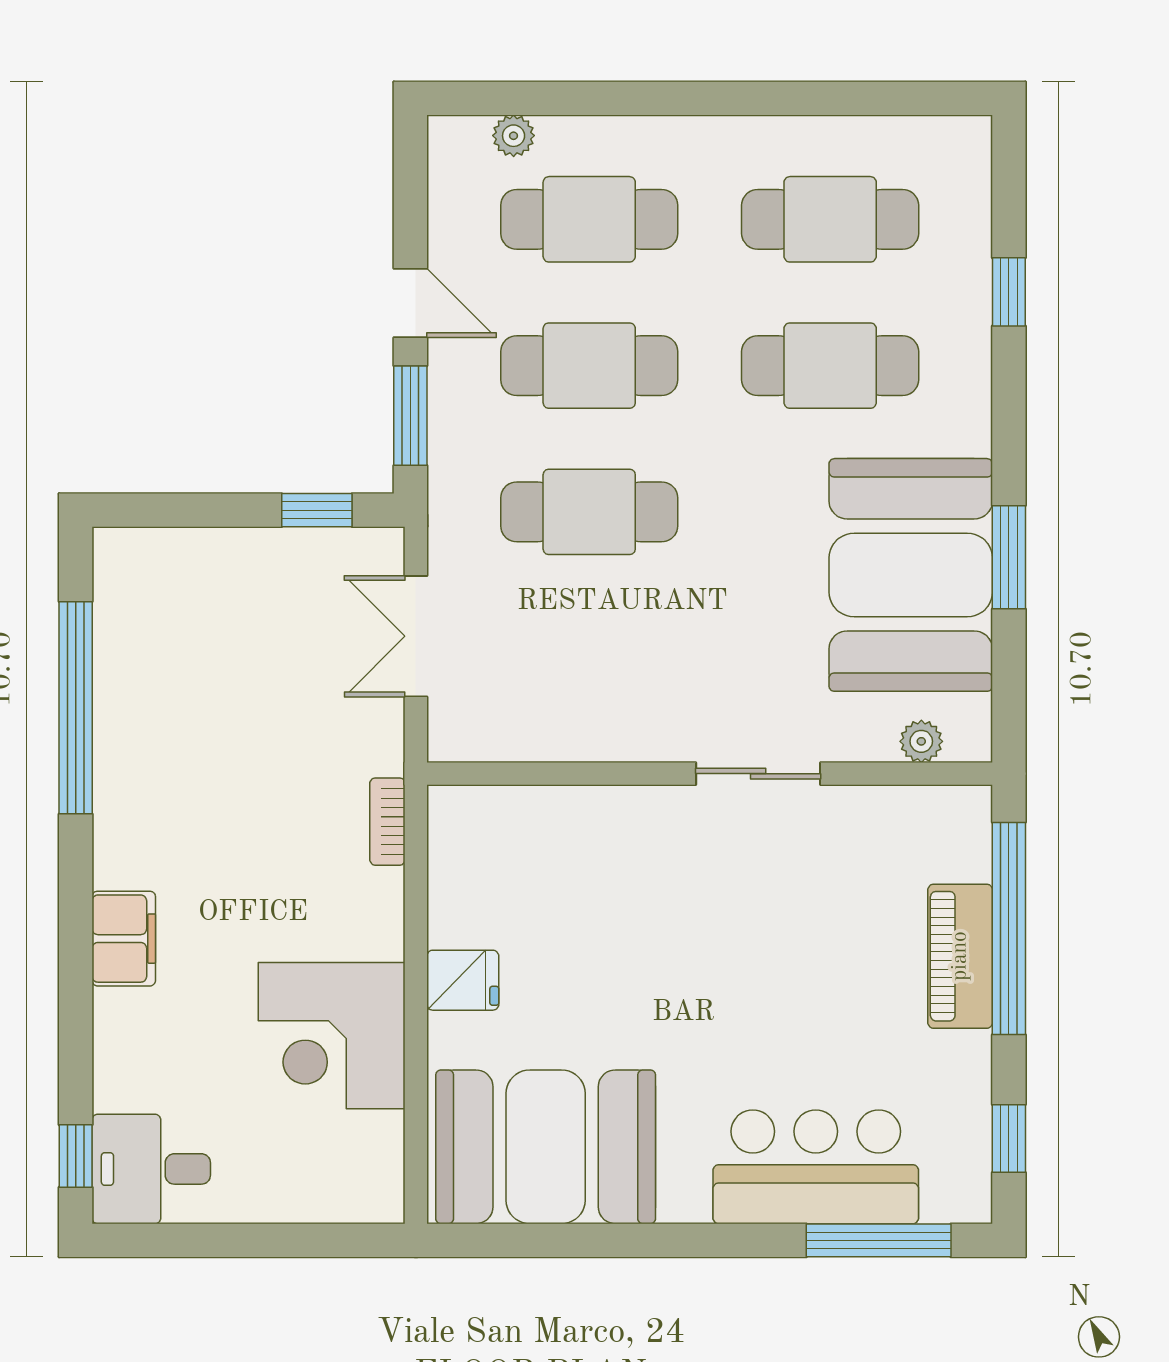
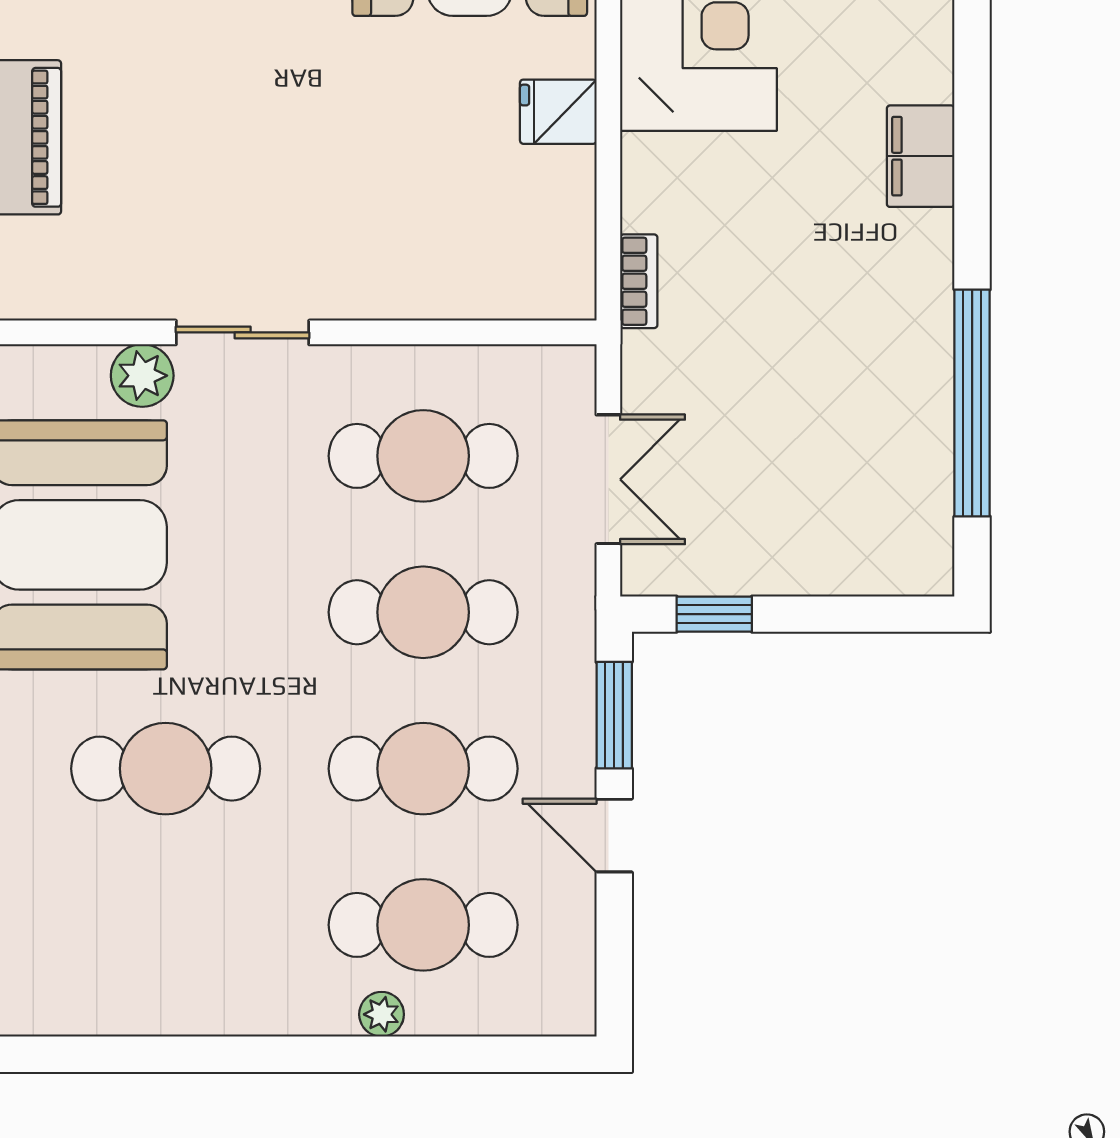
plant: (514, 136) -> (382, 1014), moved
cafe table: (830, 219) -> (423, 456), moved
plant: (921, 741) -> (142, 376), moved, width x1.38, depth x1.38

